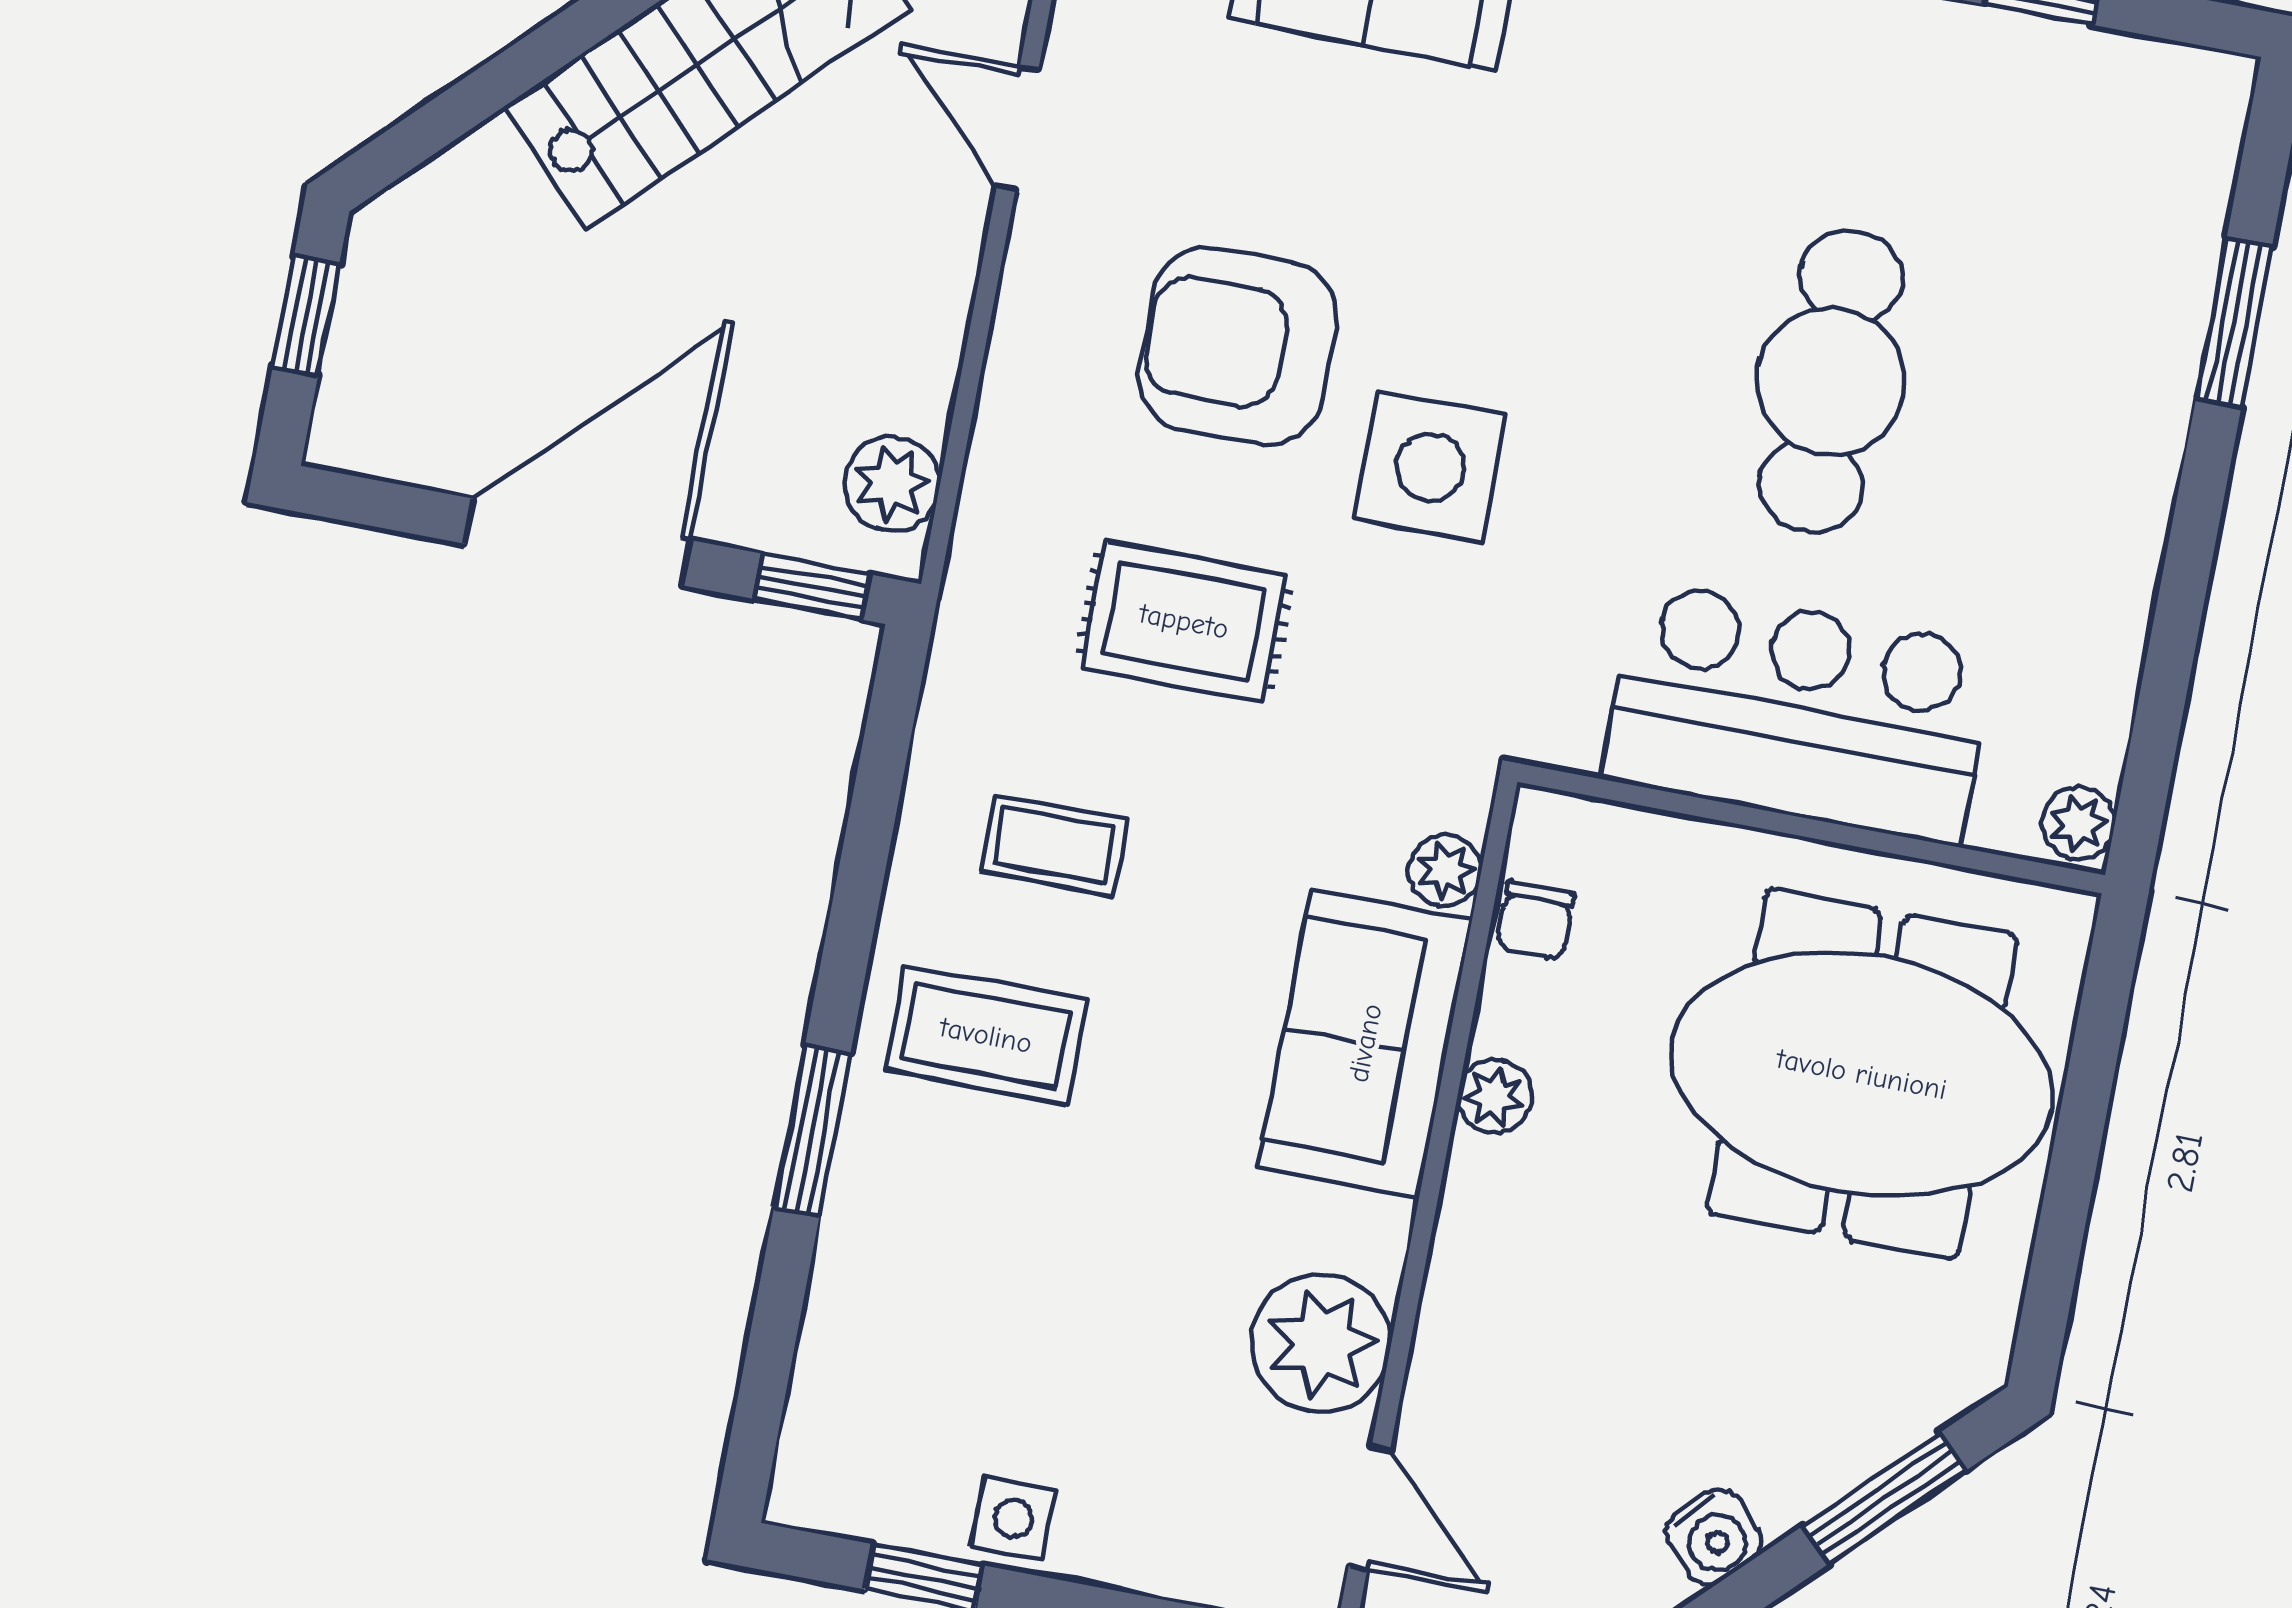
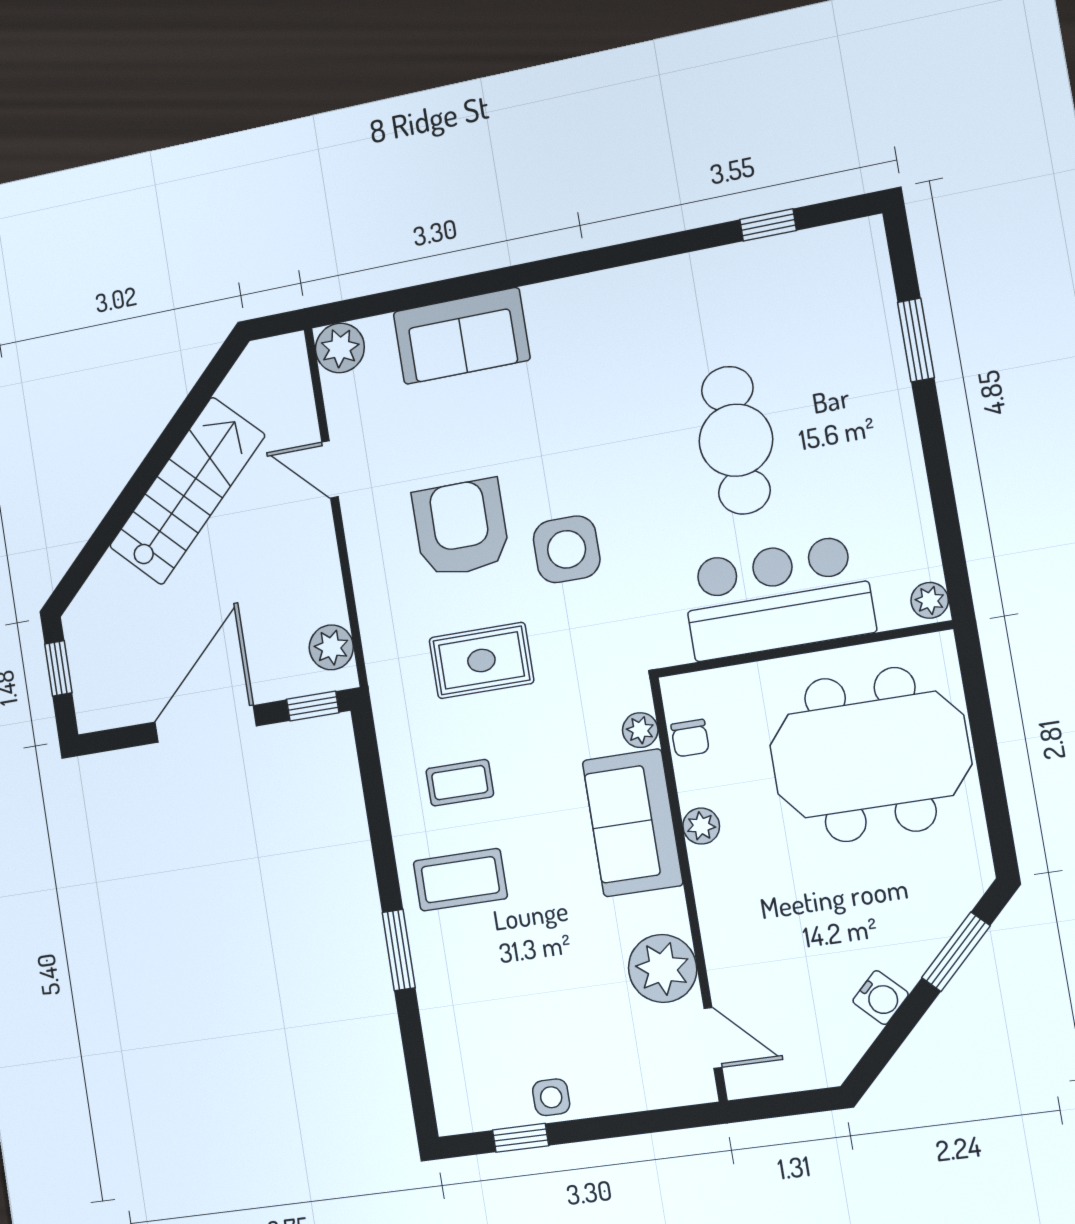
armchair: (1238, 346) -> (461, 528), turned 90

